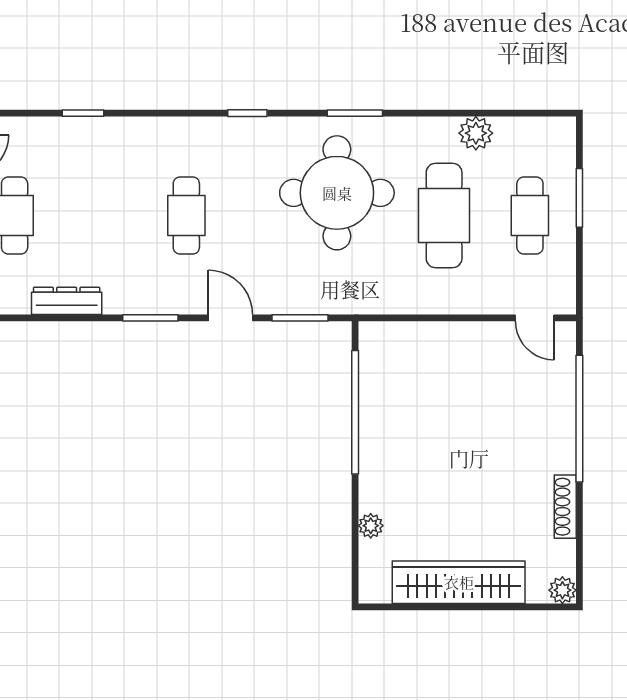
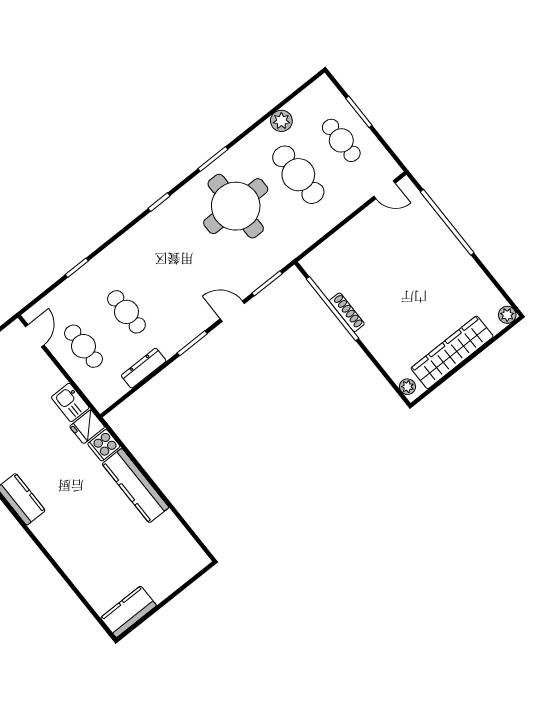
cafe table: (186, 215) -> (126, 312), moved
shoe rack: (565, 507) -> (347, 312), moved, turned 180
plant: (371, 526) -> (407, 387), moved

